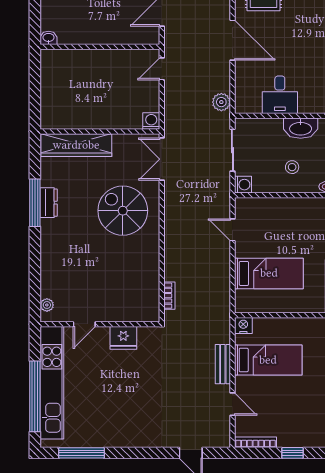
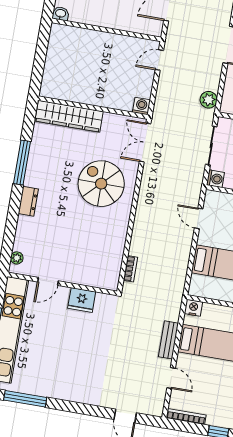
dresser: (49, 203) -> (28, 201), moved

